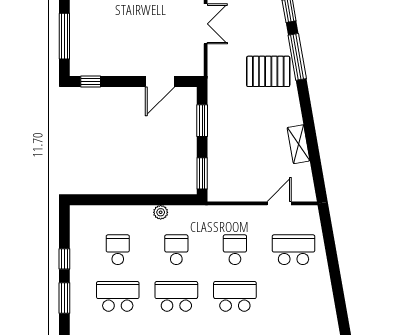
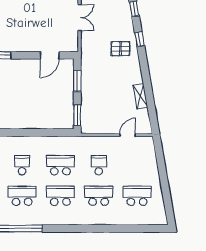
window: (297, 57) -> (139, 39), width x0.46
pallet: (268, 71) -> (120, 49), width x0.67, depth x0.71
plant: (161, 212) -> (50, 141), removed
school desk: (176, 250) -> (60, 165), width x1.85
school desk: (293, 250) -> (137, 196), moved

